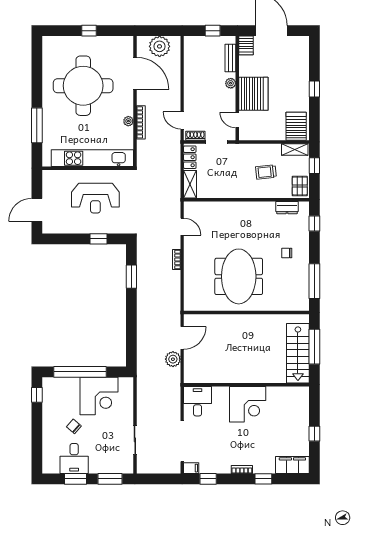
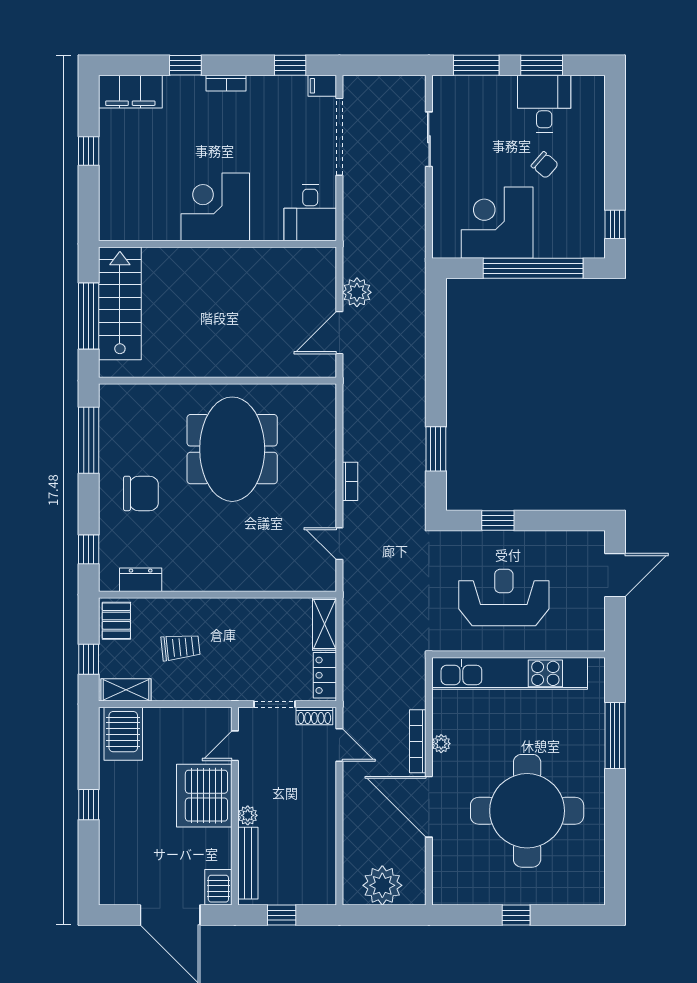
bench: (230, 58) -> (248, 863), width x1.36
door: (135, 73) -> (429, 807), moved
door: (237, 120) -> (235, 746), swing flipped
chair: (287, 253) -> (141, 493), width x1.87, depth x1.87

